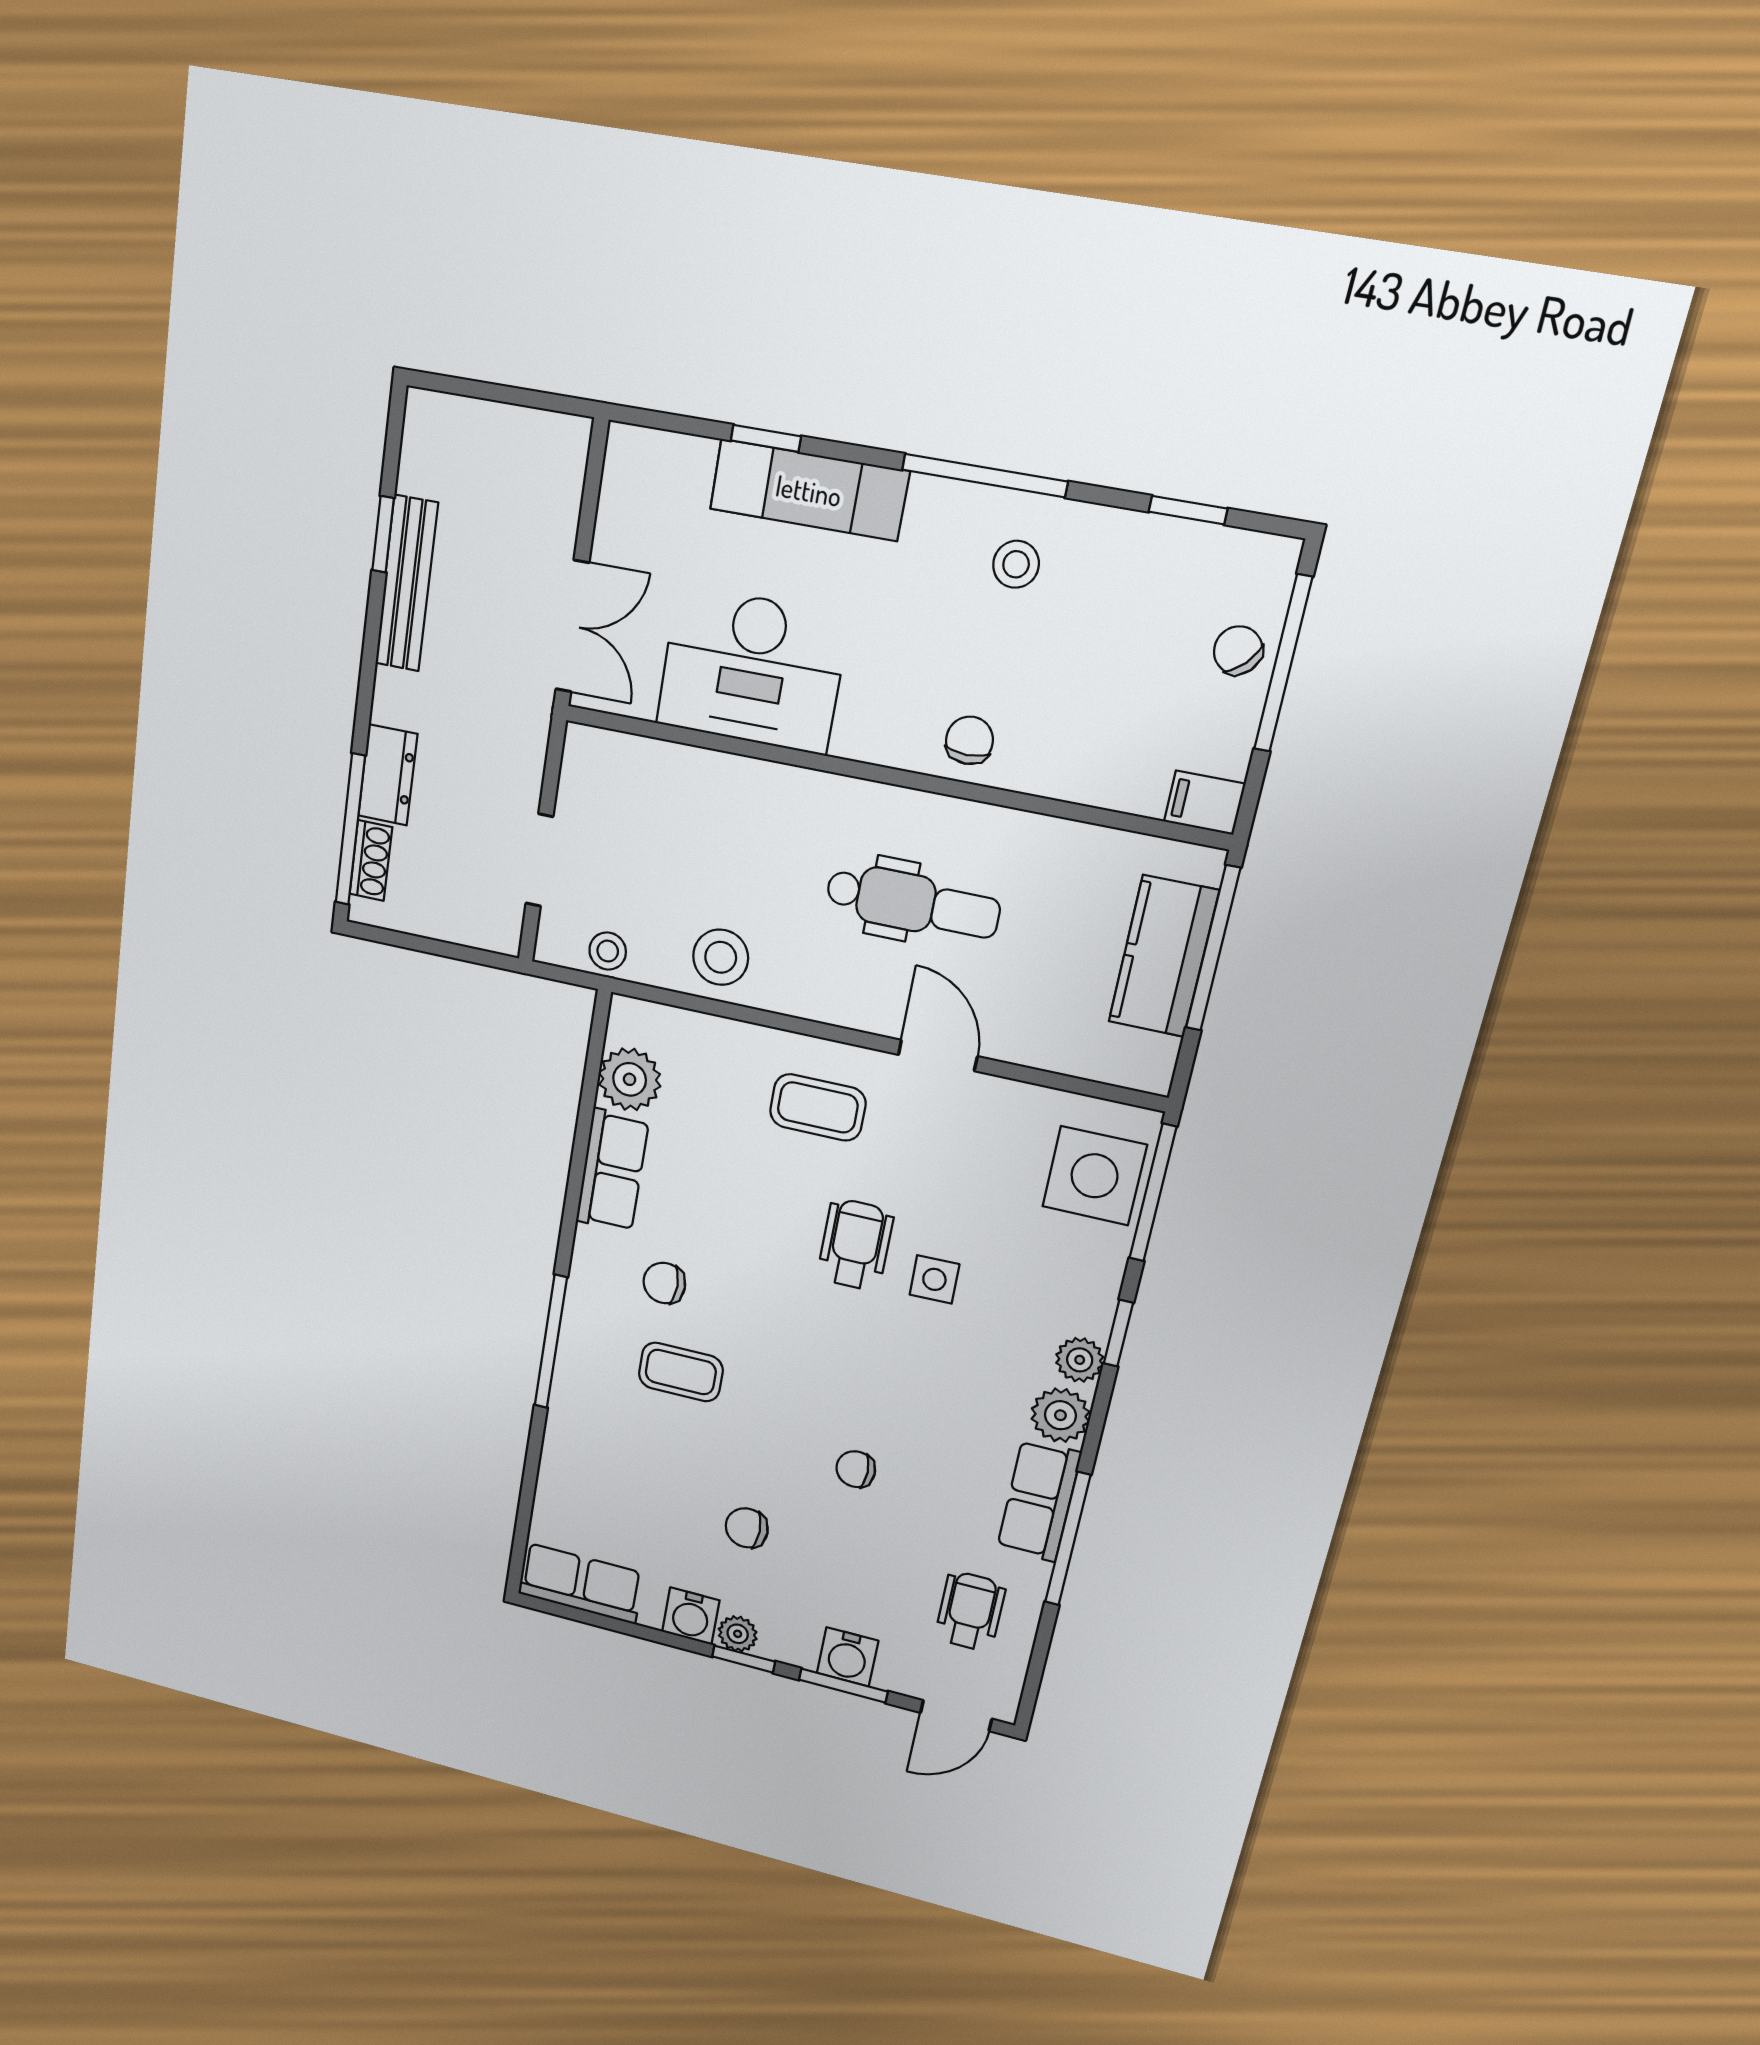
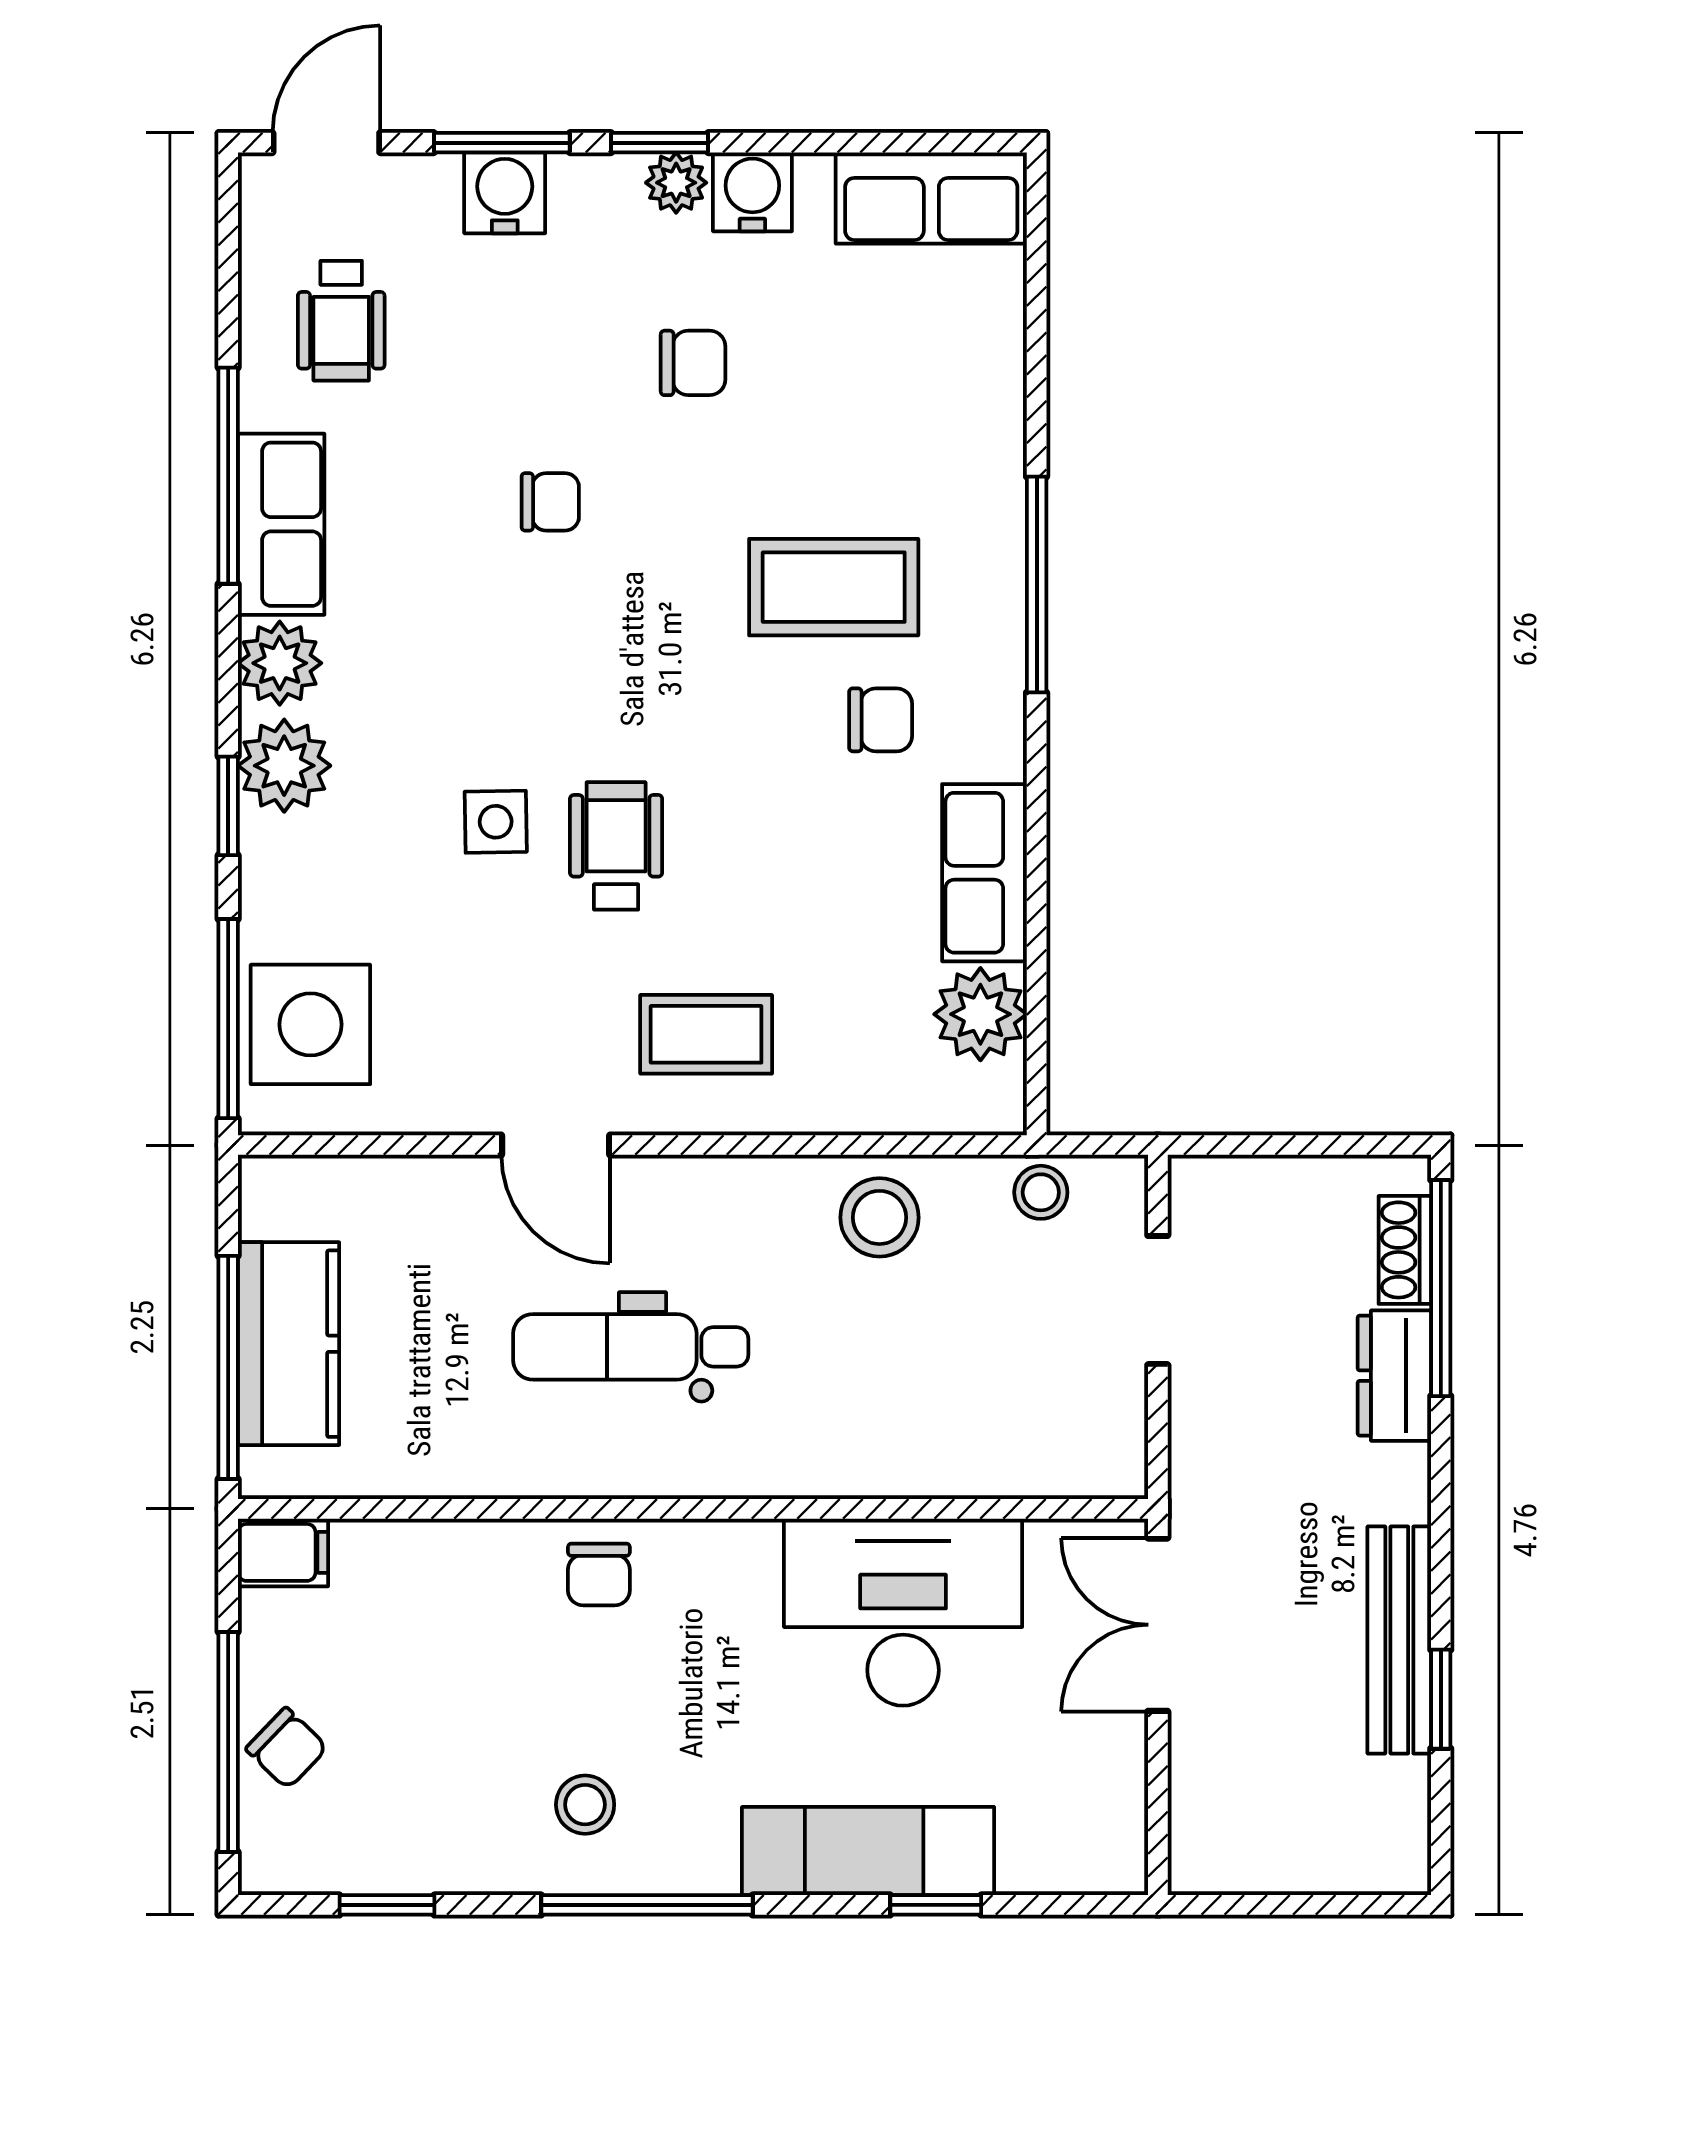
wheelchair: (855, 1245) -> (616, 846), turned 180
plant: (1080, 1360) -> (284, 766), width x1.38, depth x1.38
coffee table: (681, 1372) -> (834, 587), width x1.36, depth x1.30

